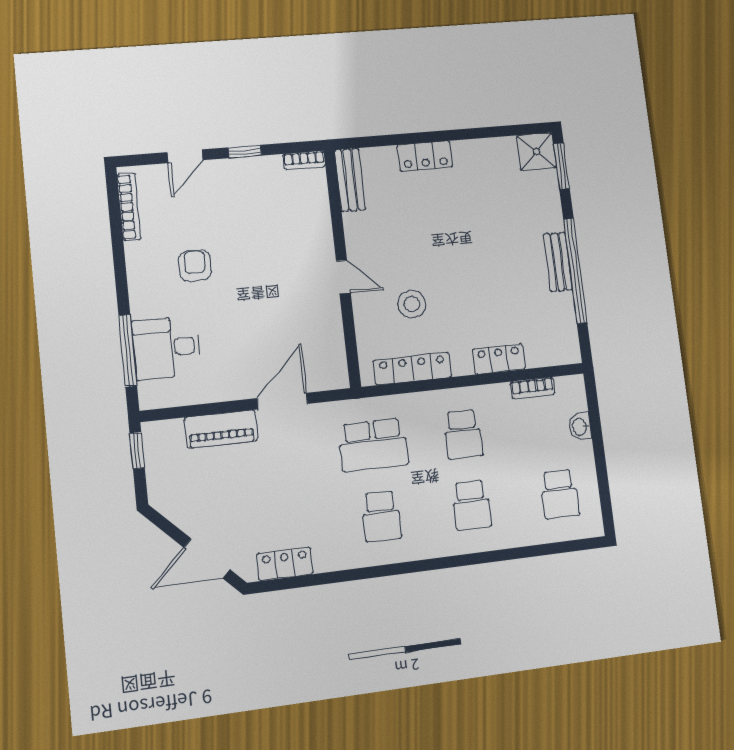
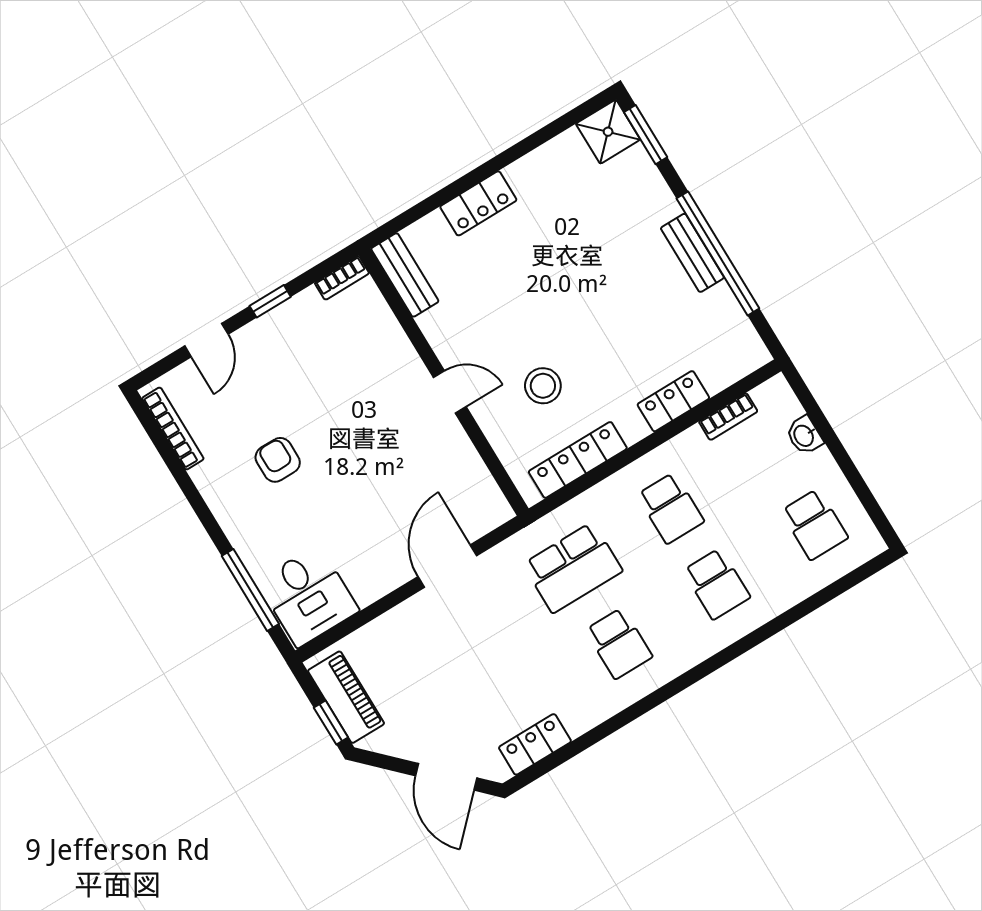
desk: (167, 348) -> (308, 596), moved, turned -90
piano: (221, 429) -> (346, 697), moved, turned -90
window: (137, 450) -> (331, 723), moved
door: (207, 558) -> (446, 777), hinge flipped

